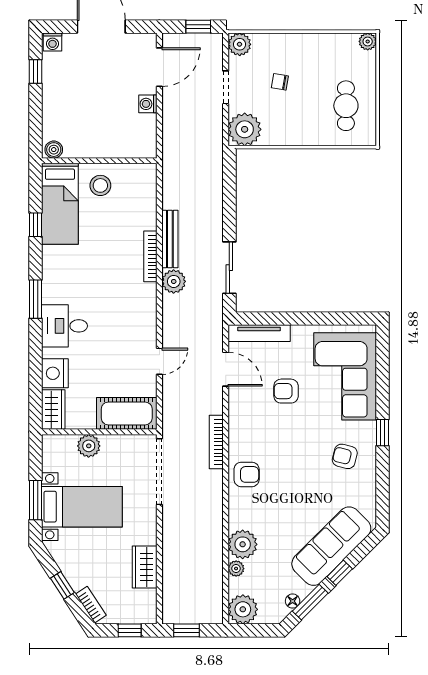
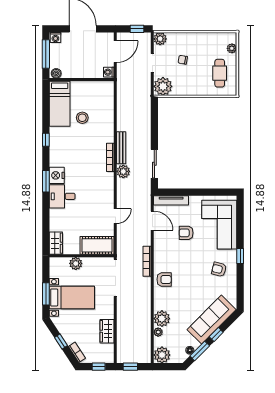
plant: (368, 41) -> (232, 48), moved
window: (36, 71) -> (46, 54), width x2.17
boiler: (54, 150) -> (56, 73), moved
wall: (99, 161) -> (82, 80), moved
bed: (60, 204) -> (60, 104), moved
nightstand: (55, 373) -> (57, 175), moved

